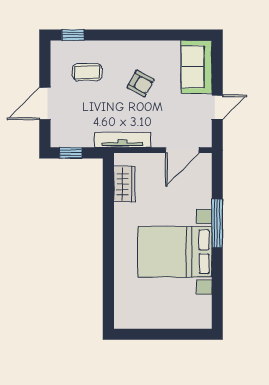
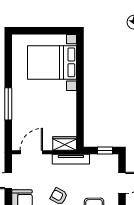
wardrobe: (124, 184) -> (65, 144), moved, turned 90
bed with nightstands: (175, 252) -> (52, 62), moved, turned 180

